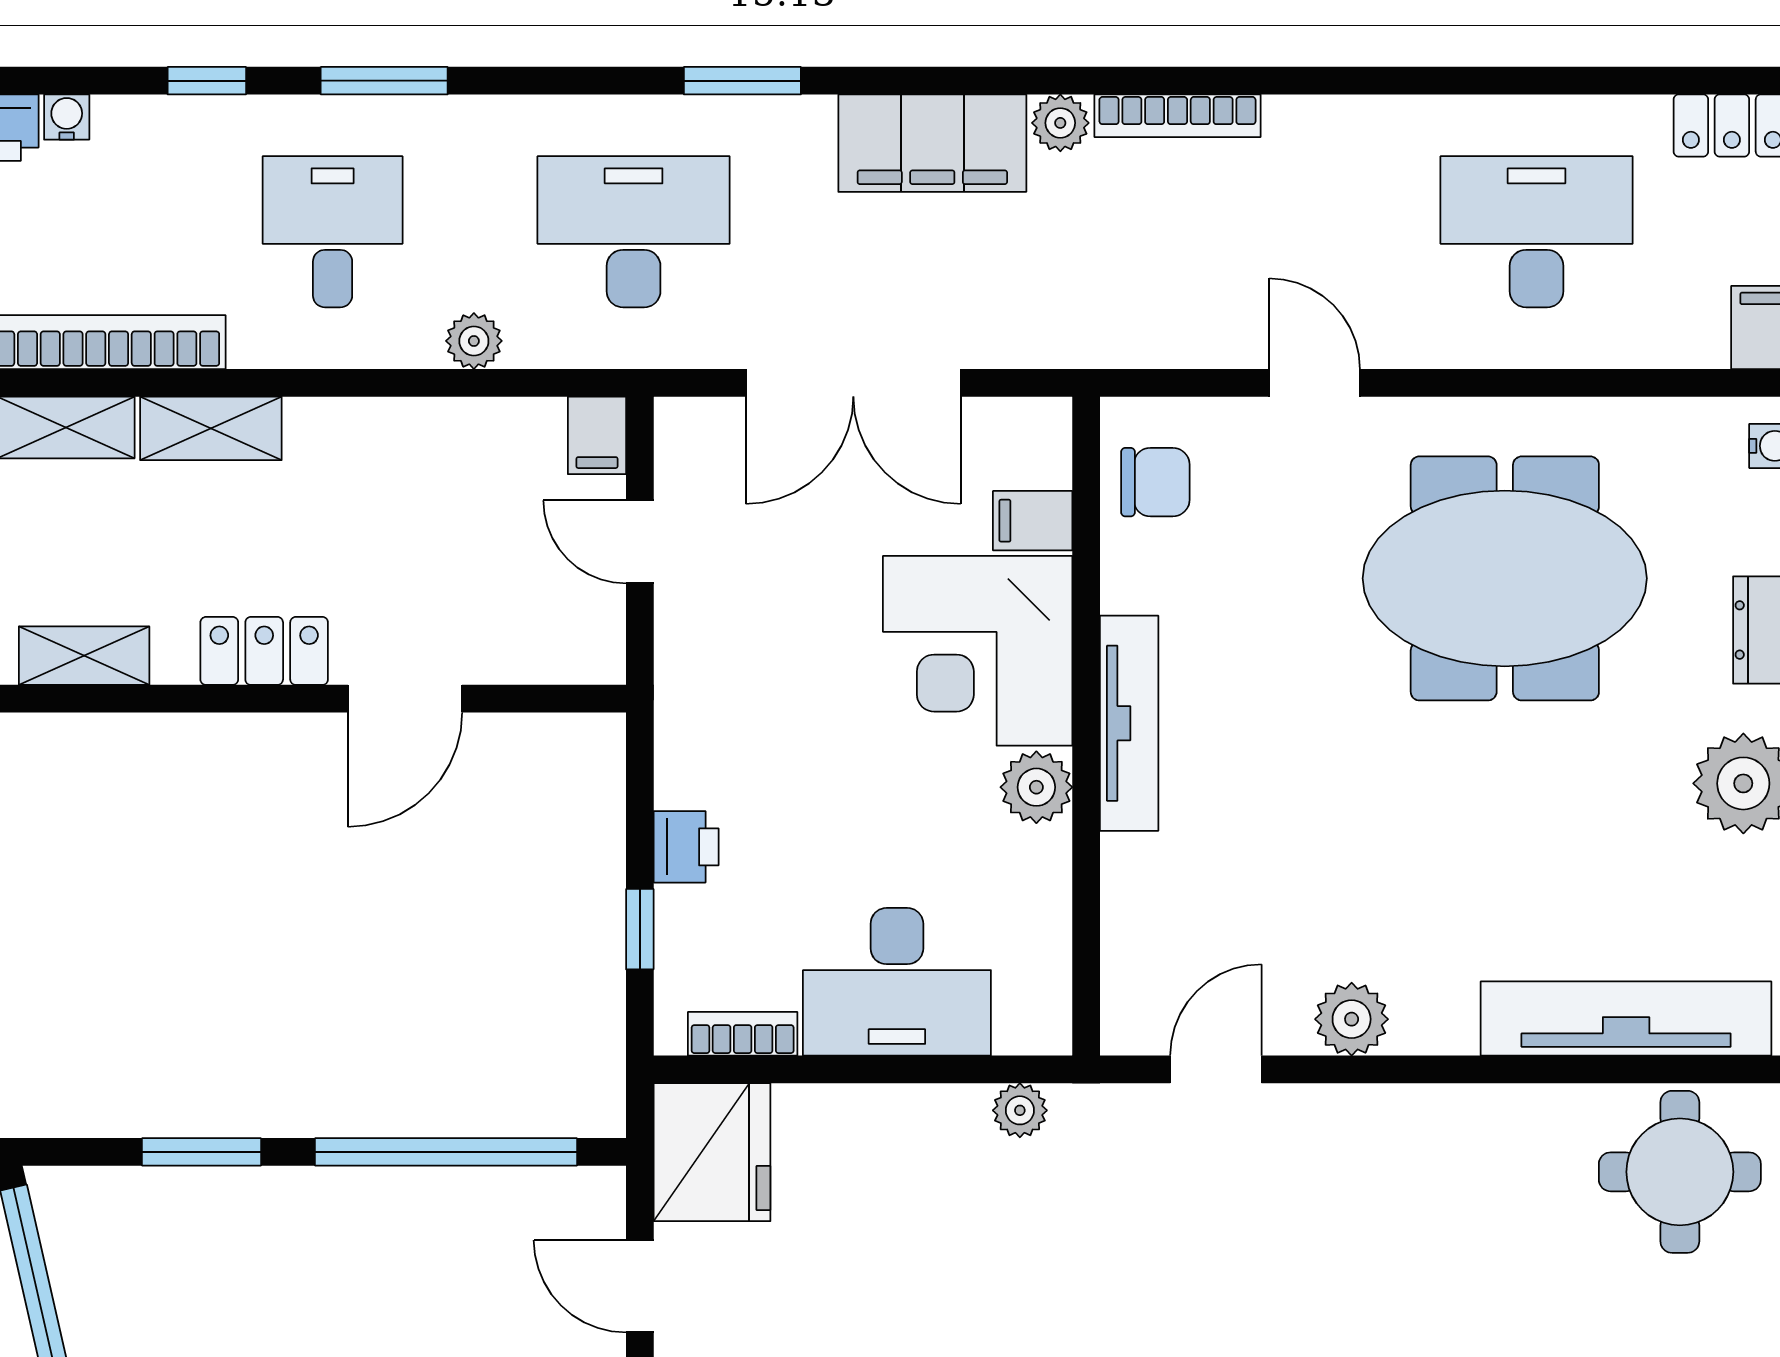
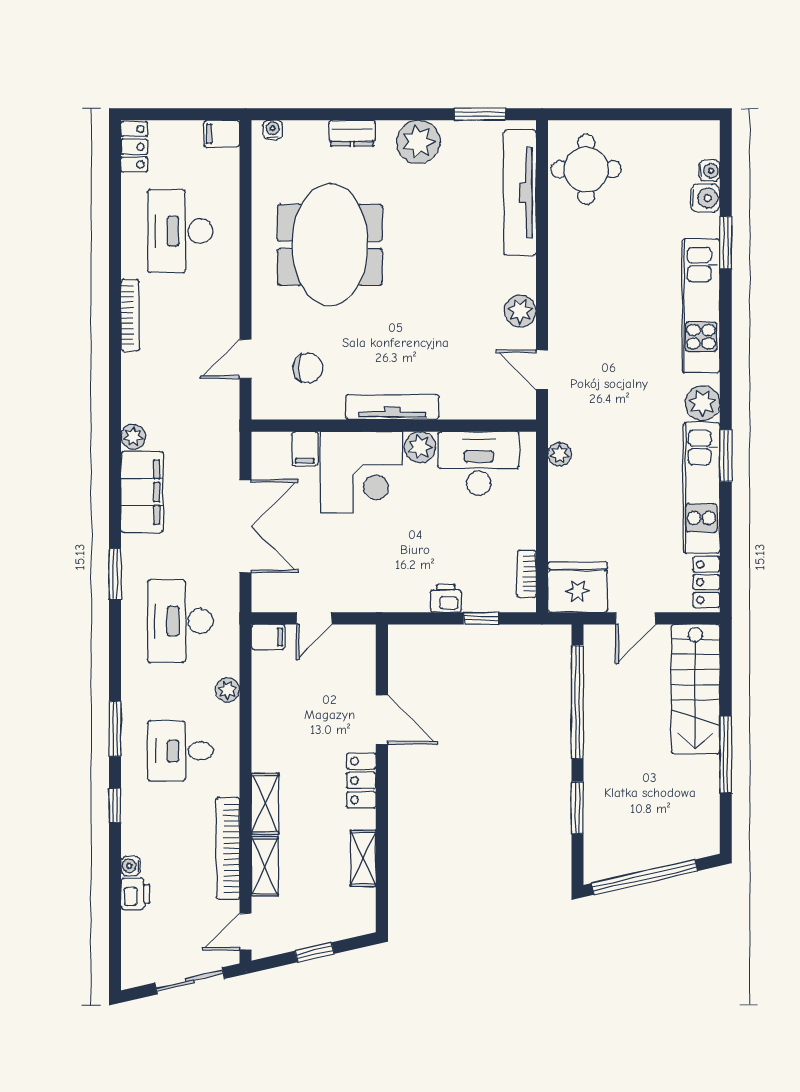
bookcase: (1177, 116) -> (130, 315), moved
door: (1315, 383) -> (245, 359), moved
chair: (1155, 482) -> (308, 368), moved, turned 90
desk: (897, 982) -> (479, 463), moved, turned -90

